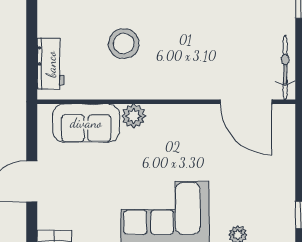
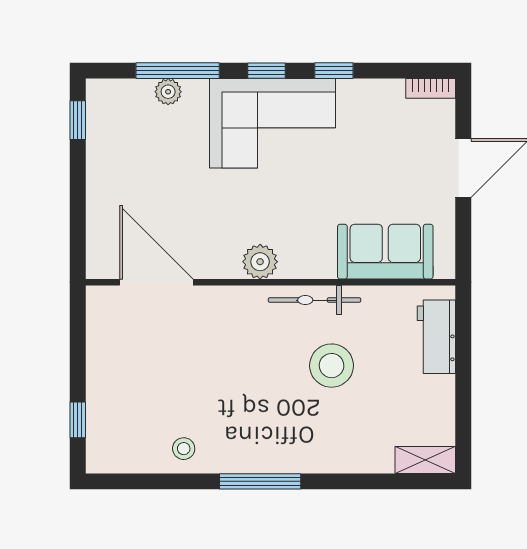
bicycle: (285, 67) -> (314, 300), moved, turned 90
plant: (133, 116) -> (260, 262), moved

